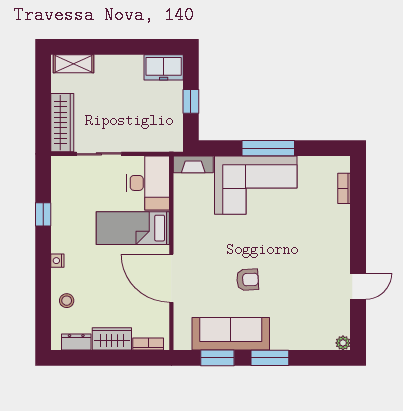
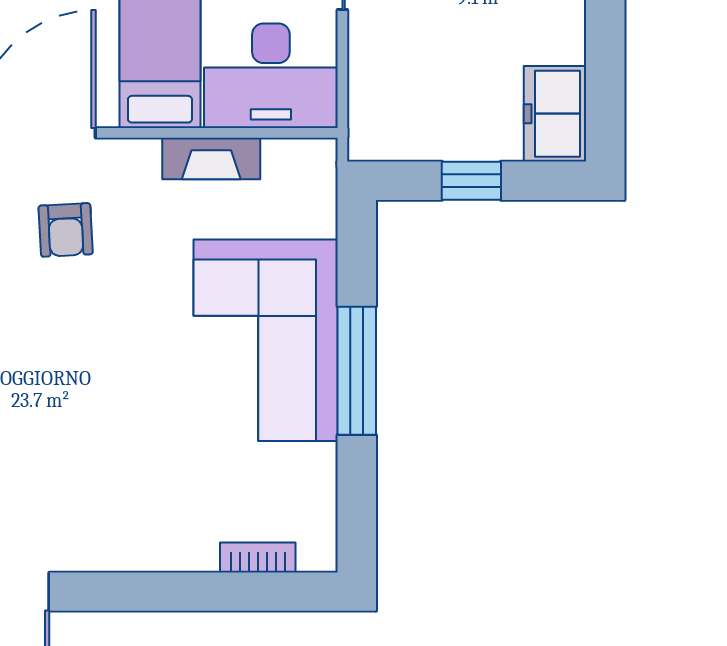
fireplace: (193, 164) -> (211, 159), moved, turned -90
armchair: (247, 280) -> (66, 230), moved

